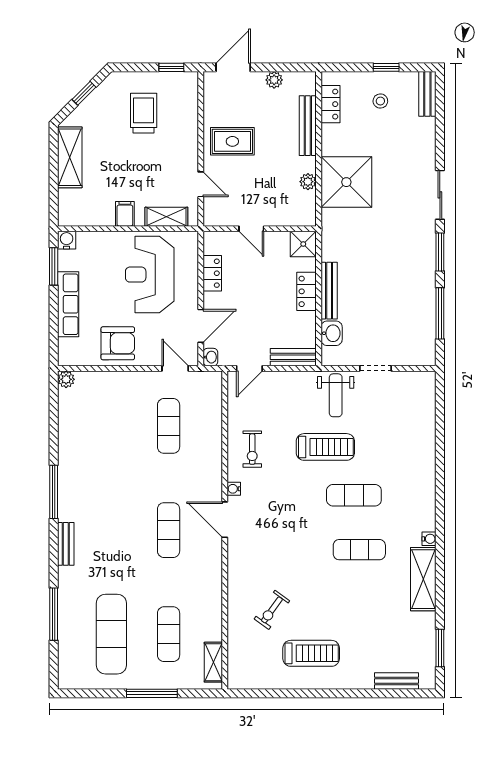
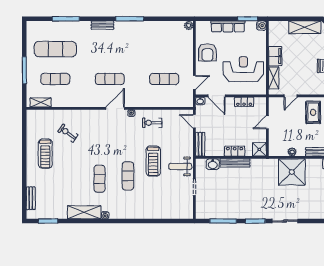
filing cabinet: (125, 214) -> (275, 56), width x2.00

